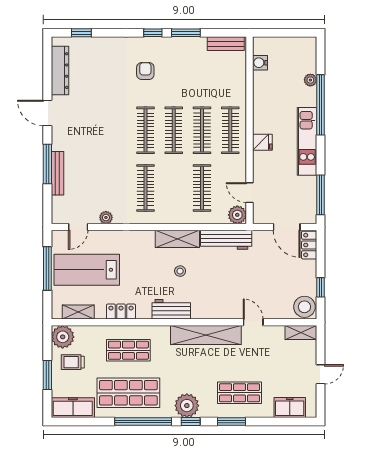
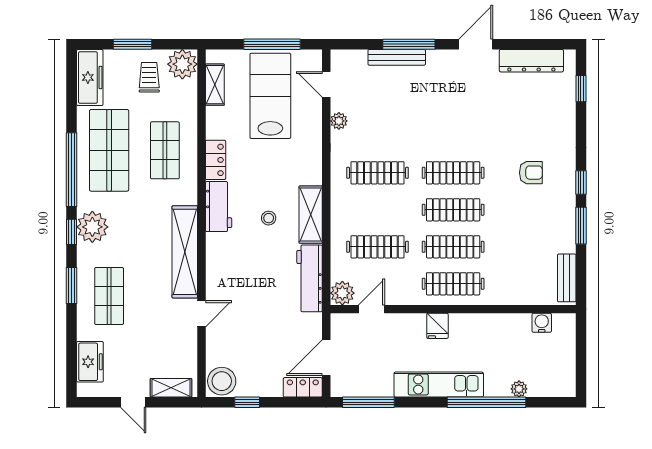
locker: (121, 312) -> (216, 160), moved
shelving: (301, 333) -> (171, 388), moved, turned 90

